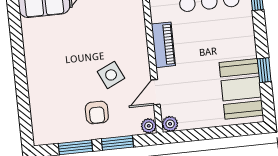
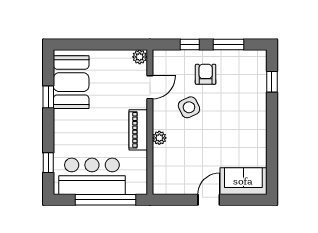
window: (24, 112) -> (272, 82), added
plant: (149, 126) -> (159, 138), moved
window: (117, 143) -> (190, 44), width x0.67

